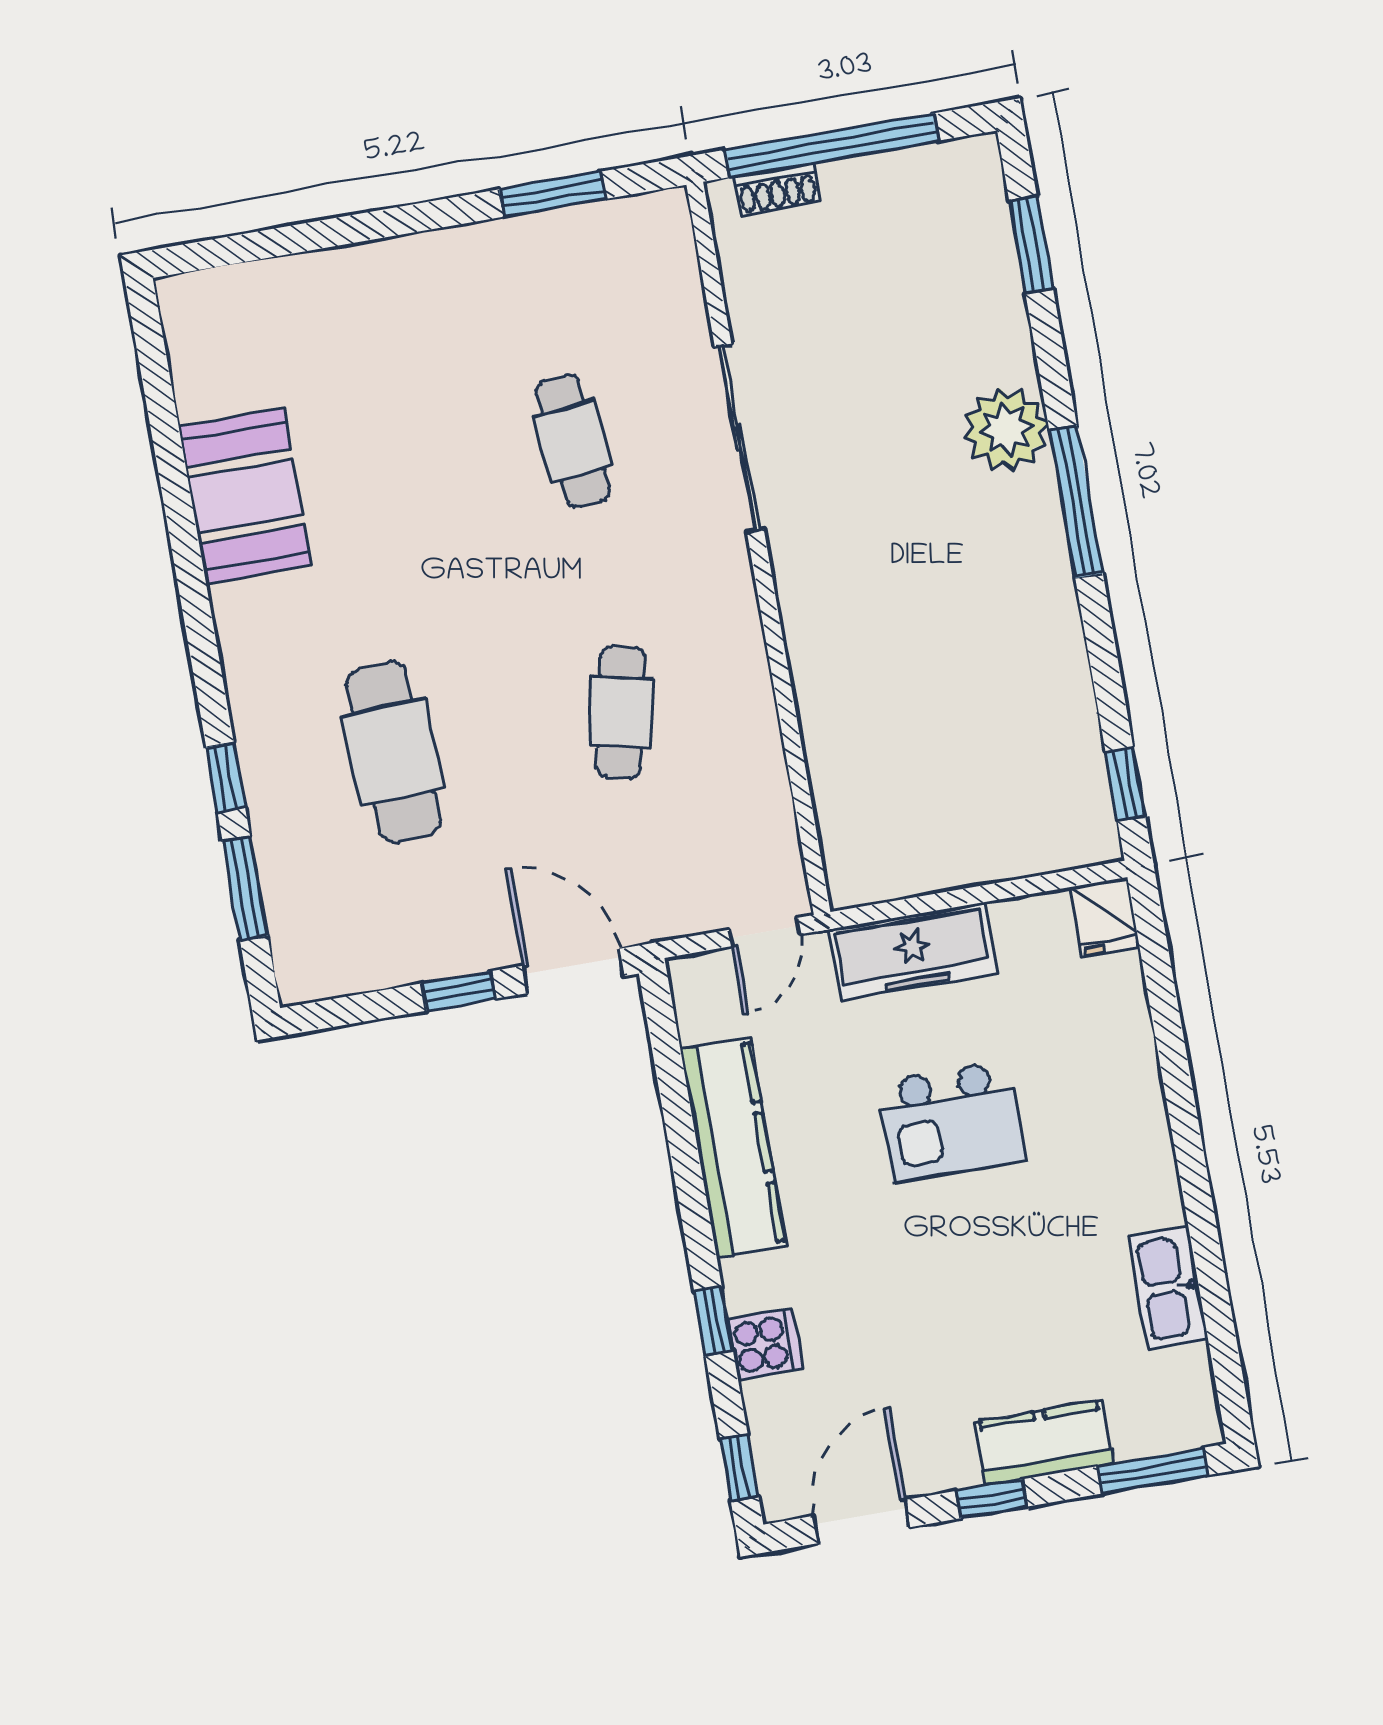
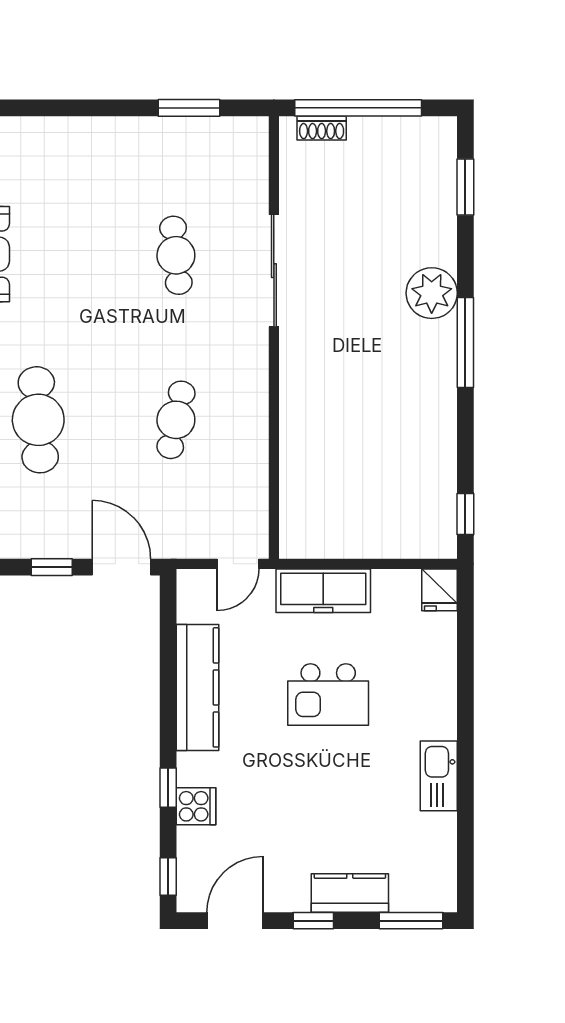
kitchen sink: (1168, 1288) -> (439, 776), moved

